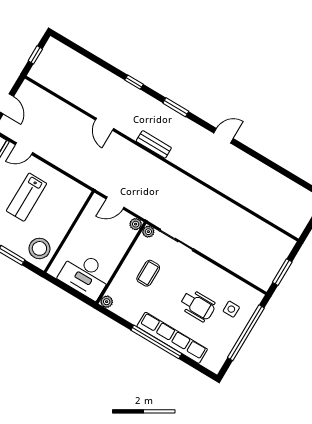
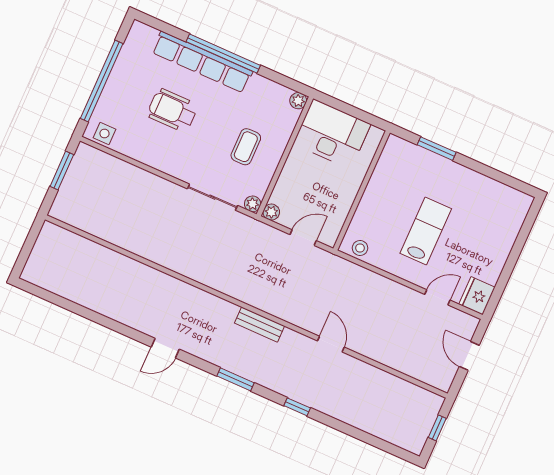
stool: (39, 248) -> (360, 248), moved, width x0.53, depth x0.53
side table: (231, 309) -> (104, 134), moved

